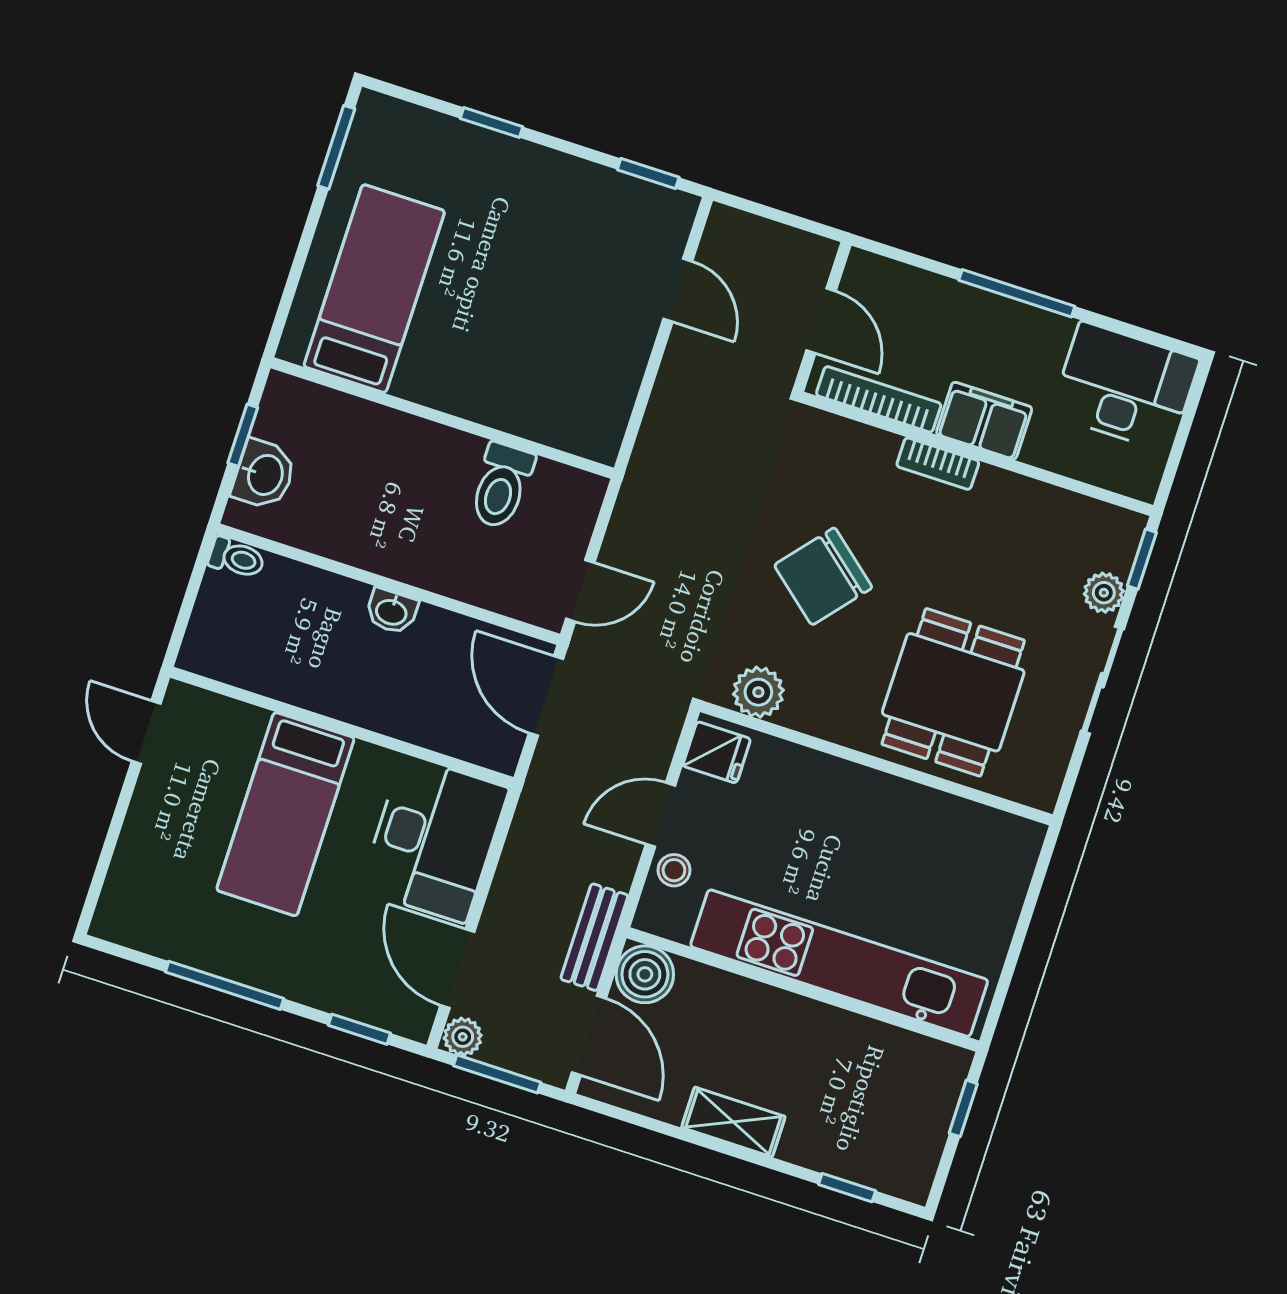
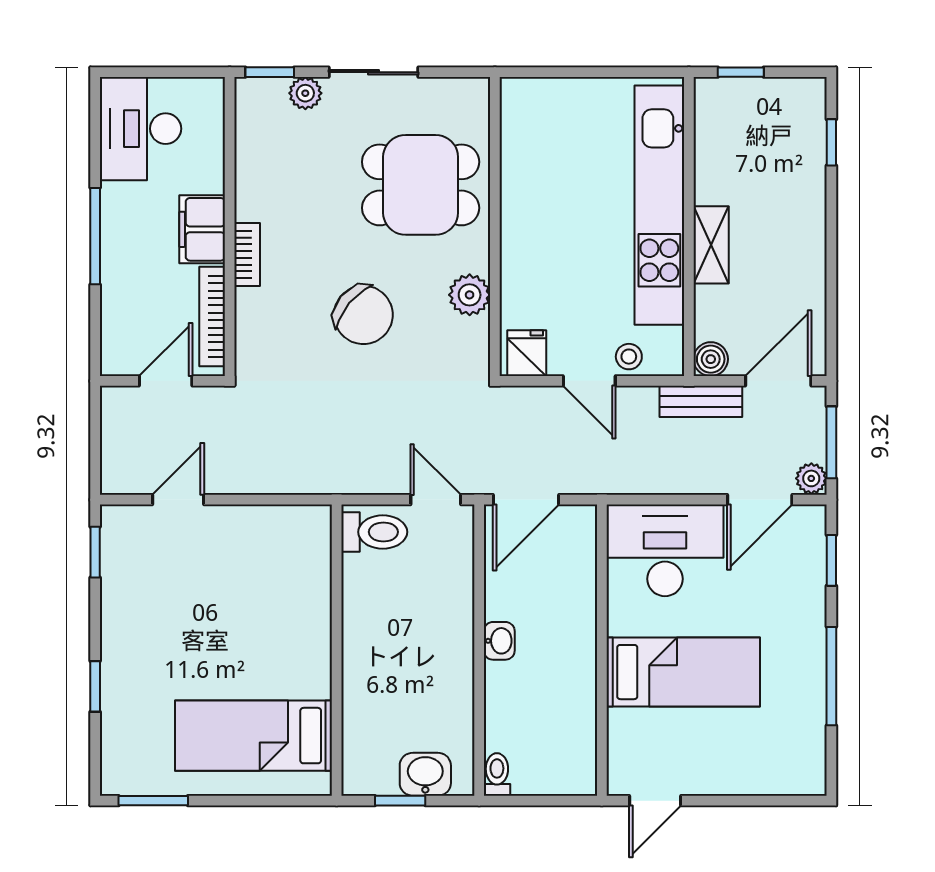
toilet: (501, 486) -> (374, 532), moved
plant: (758, 692) -> (470, 295), moved
boiler: (645, 974) -> (711, 359), width x0.73, depth x0.73
shelving: (733, 1122) -> (711, 245), moved

